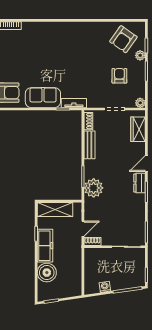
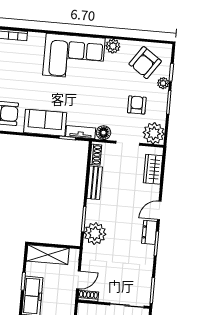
plant: (95, 28) -> (113, 46), added
corner sofa: (62, 39) -> (74, 57), added
floor lamp: (93, 102) -> (103, 133), added
plant: (140, 103) -> (154, 133), width x1.88, depth x1.88

